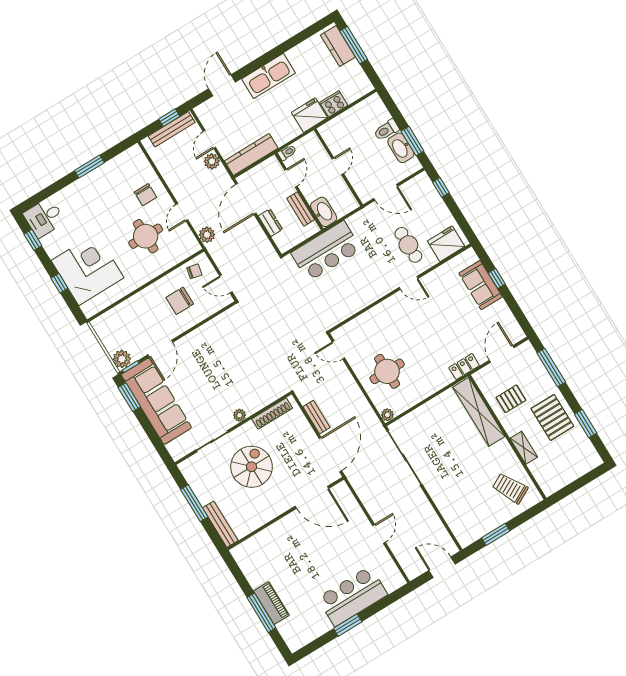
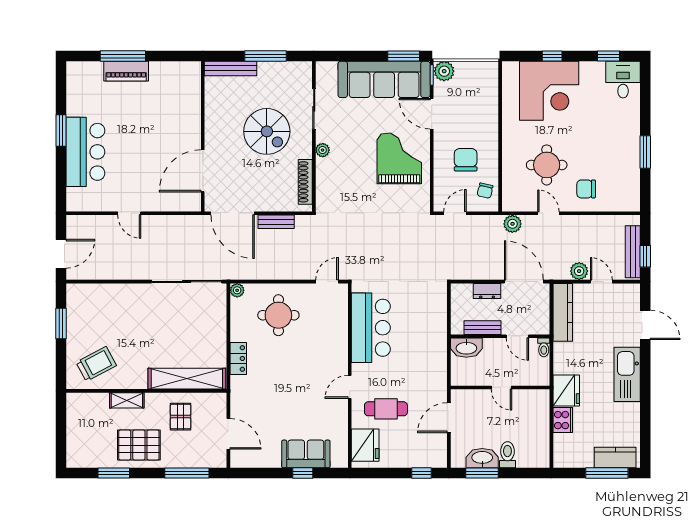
bar counter: (326, 251) -> (371, 328), moved, turned 180
grand piano: (210, 353) -> (399, 158), added
locker: (464, 367) -> (238, 358), moved

